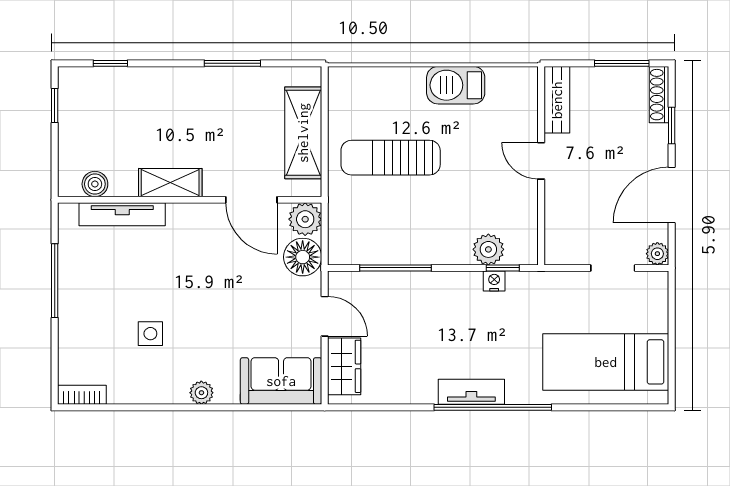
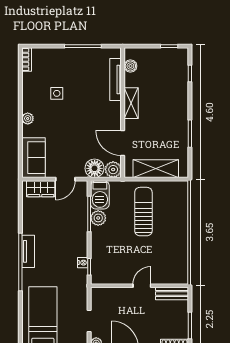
barbecue: (456, 85) -> (100, 195), moved, turned 180
door: (251, 200) -> (123, 143), hinge flipped
plant: (488, 249) -> (98, 218), moved

